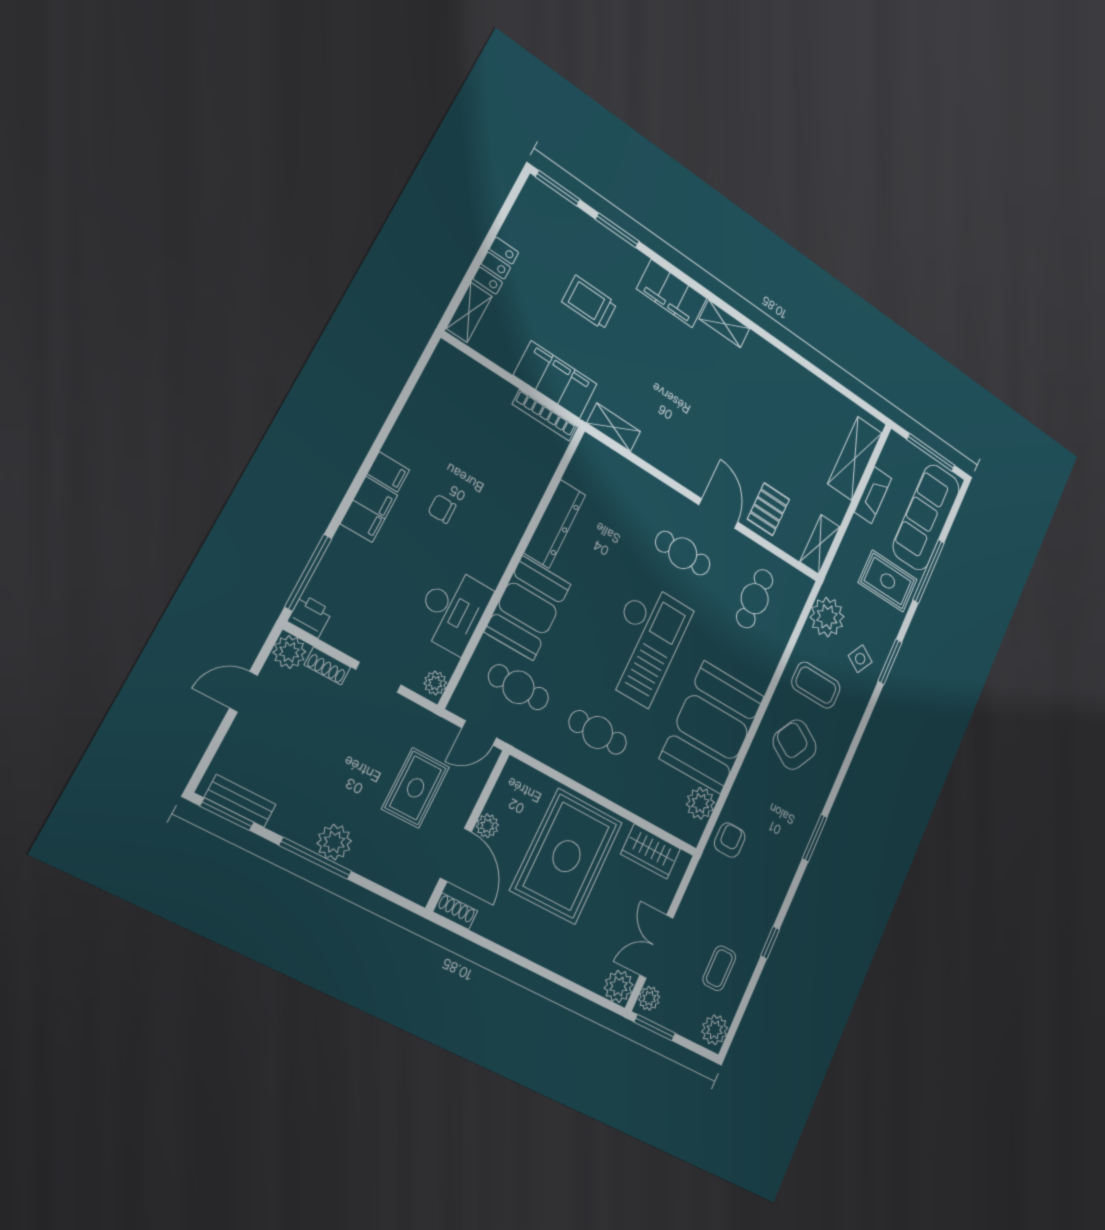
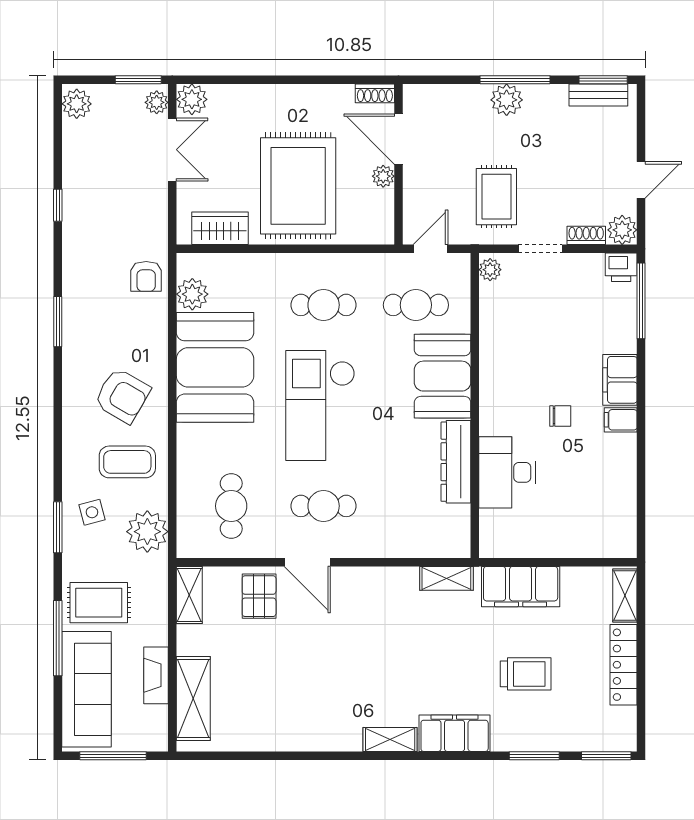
locker: (496, 266) -> (624, 665), width x1.53
bookcase: (545, 415) -> (514, 550), removed
desk: (453, 610) -> (507, 472), moved
side table: (860, 659) -> (92, 512), turned 45
rug: (416, 788) -> (496, 197), moved
coffee table: (719, 968) -> (99, 159), removed

